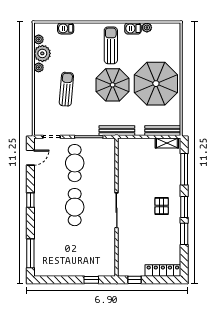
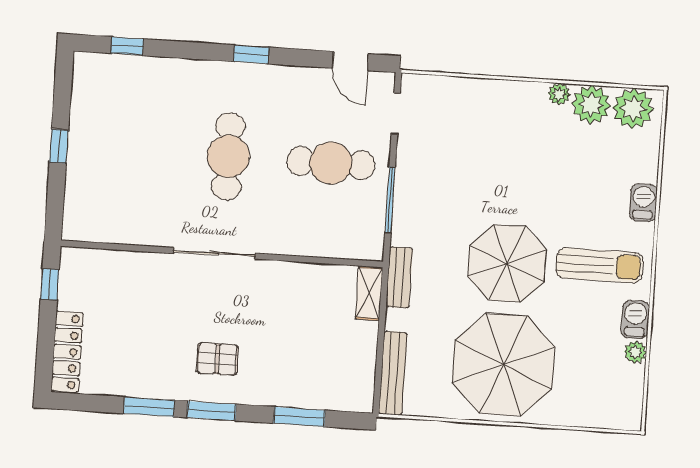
barbecue: (66, 28) -> (643, 203), moved
plant: (39, 39) -> (633, 108), width x1.88, depth x1.88
sun lounger: (66, 89) -> (504, 155), removed
bench: (117, 131) -> (399, 277), width x0.73
shelving: (167, 143) -> (369, 293), moved
window: (184, 169) -> (299, 417), width x0.69
cafe table: (75, 207) -> (228, 156), turned 90
window: (30, 253) -> (127, 46), width x0.46
window: (91, 280) -> (59, 146), moved

